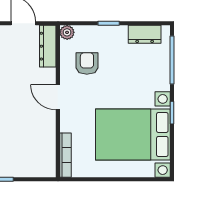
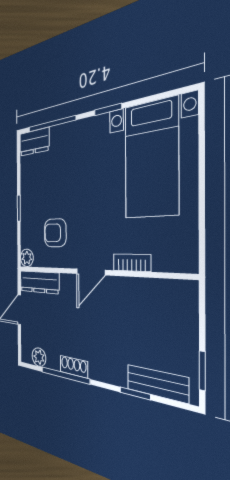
dresser: (145, 34) -> (34, 142), moved, turned 90
bed with nightstands: (133, 134) -> (151, 159), width x0.73
bookcase: (65, 155) -> (132, 263), moved, width x0.64

